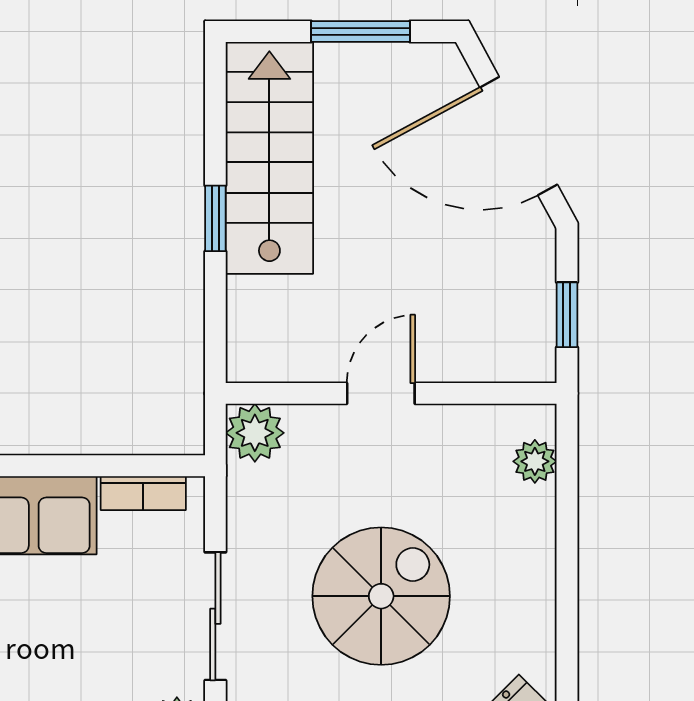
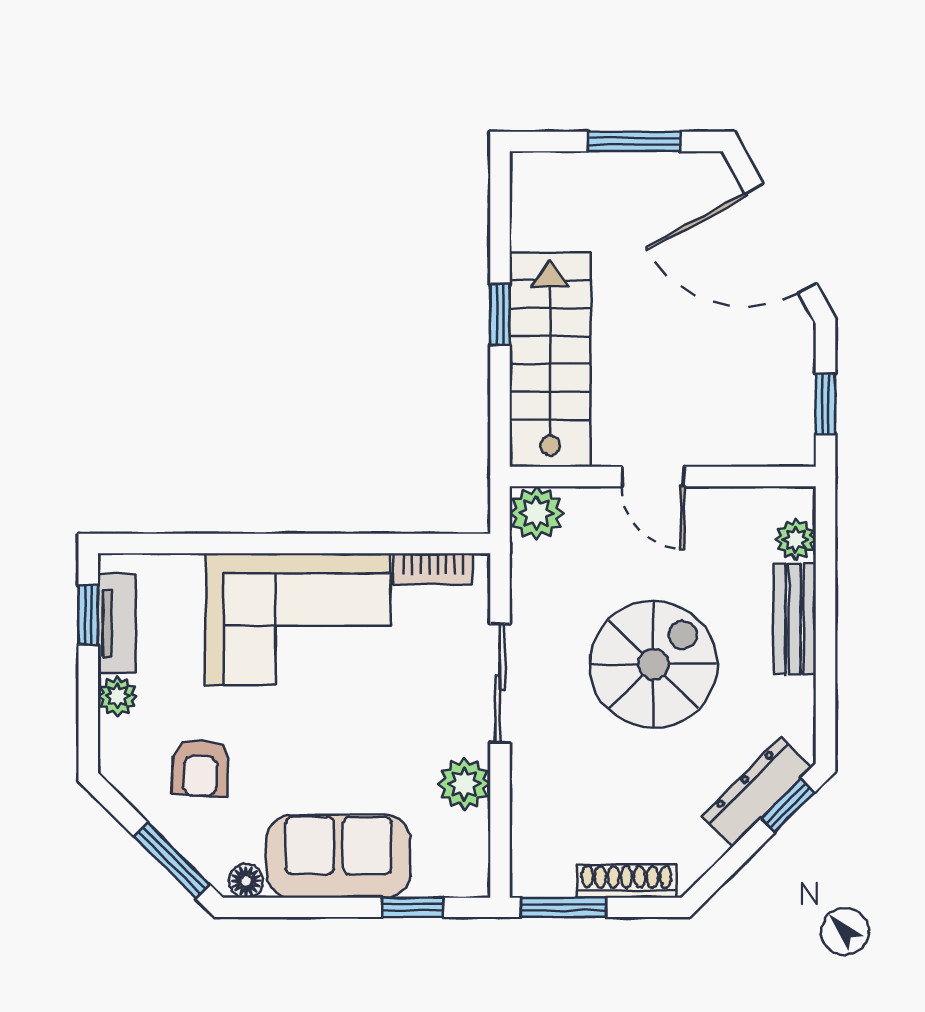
stairs: (269, 158) -> (550, 360), moved
door: (381, 393) -> (653, 477), swing flipped
bench: (534, 547) -> (795, 619), added

